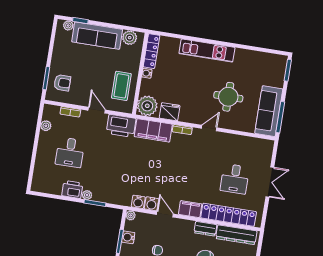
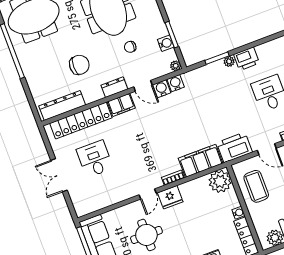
fridge: (170, 112) -> (170, 197), moved
dresser: (205, 229) -> (114, 87), moved

